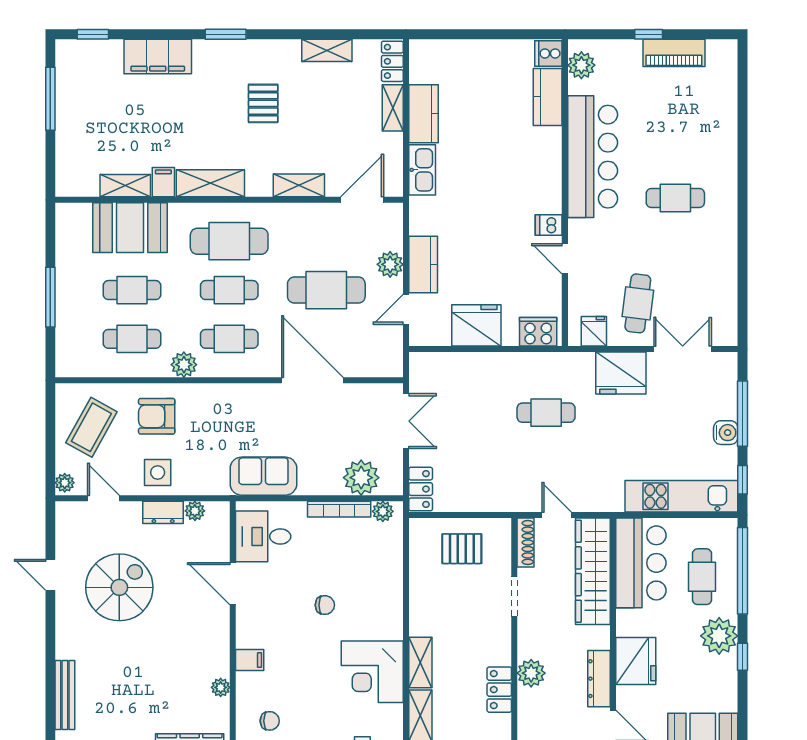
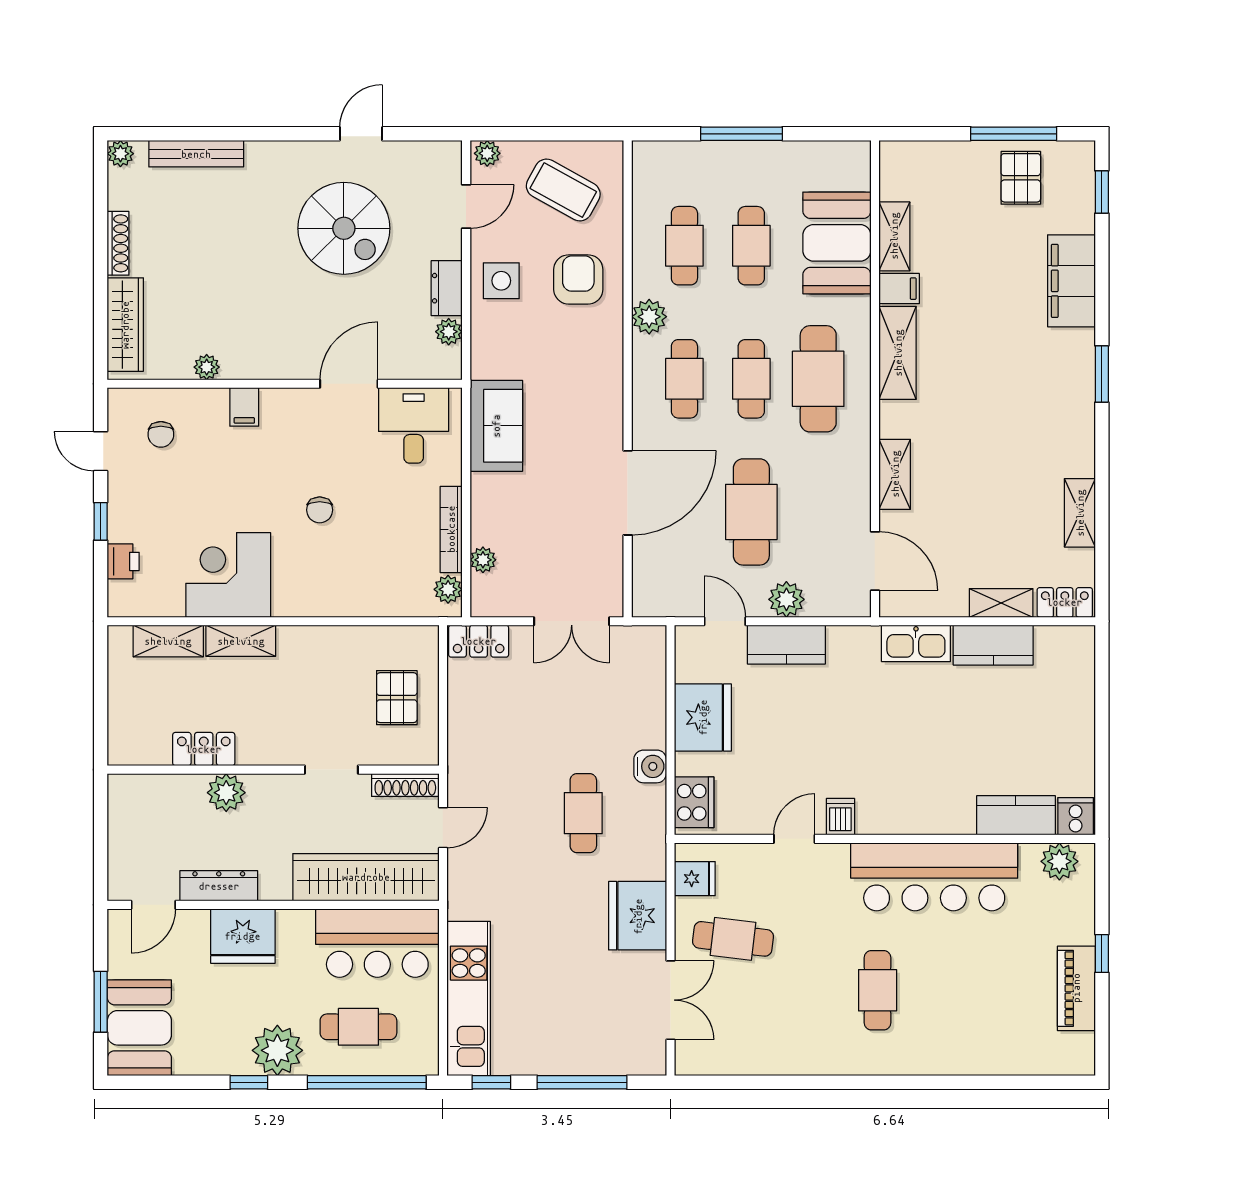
pallet: (263, 103) -> (1021, 178), moved, turned 90
water cooler: (726, 433) -> (650, 766), moved, turned -90
plant: (361, 478) -> (483, 560), width x0.53, depth x0.53

